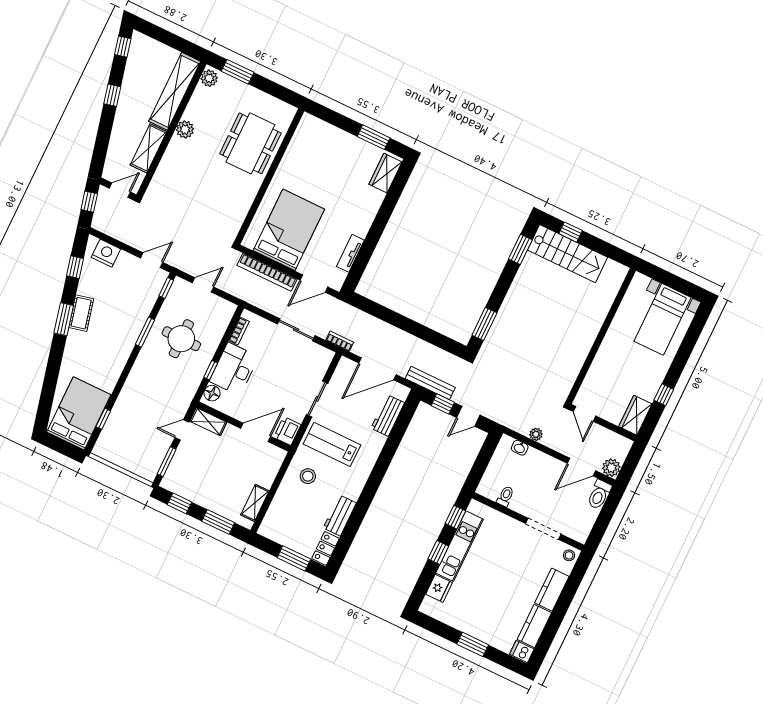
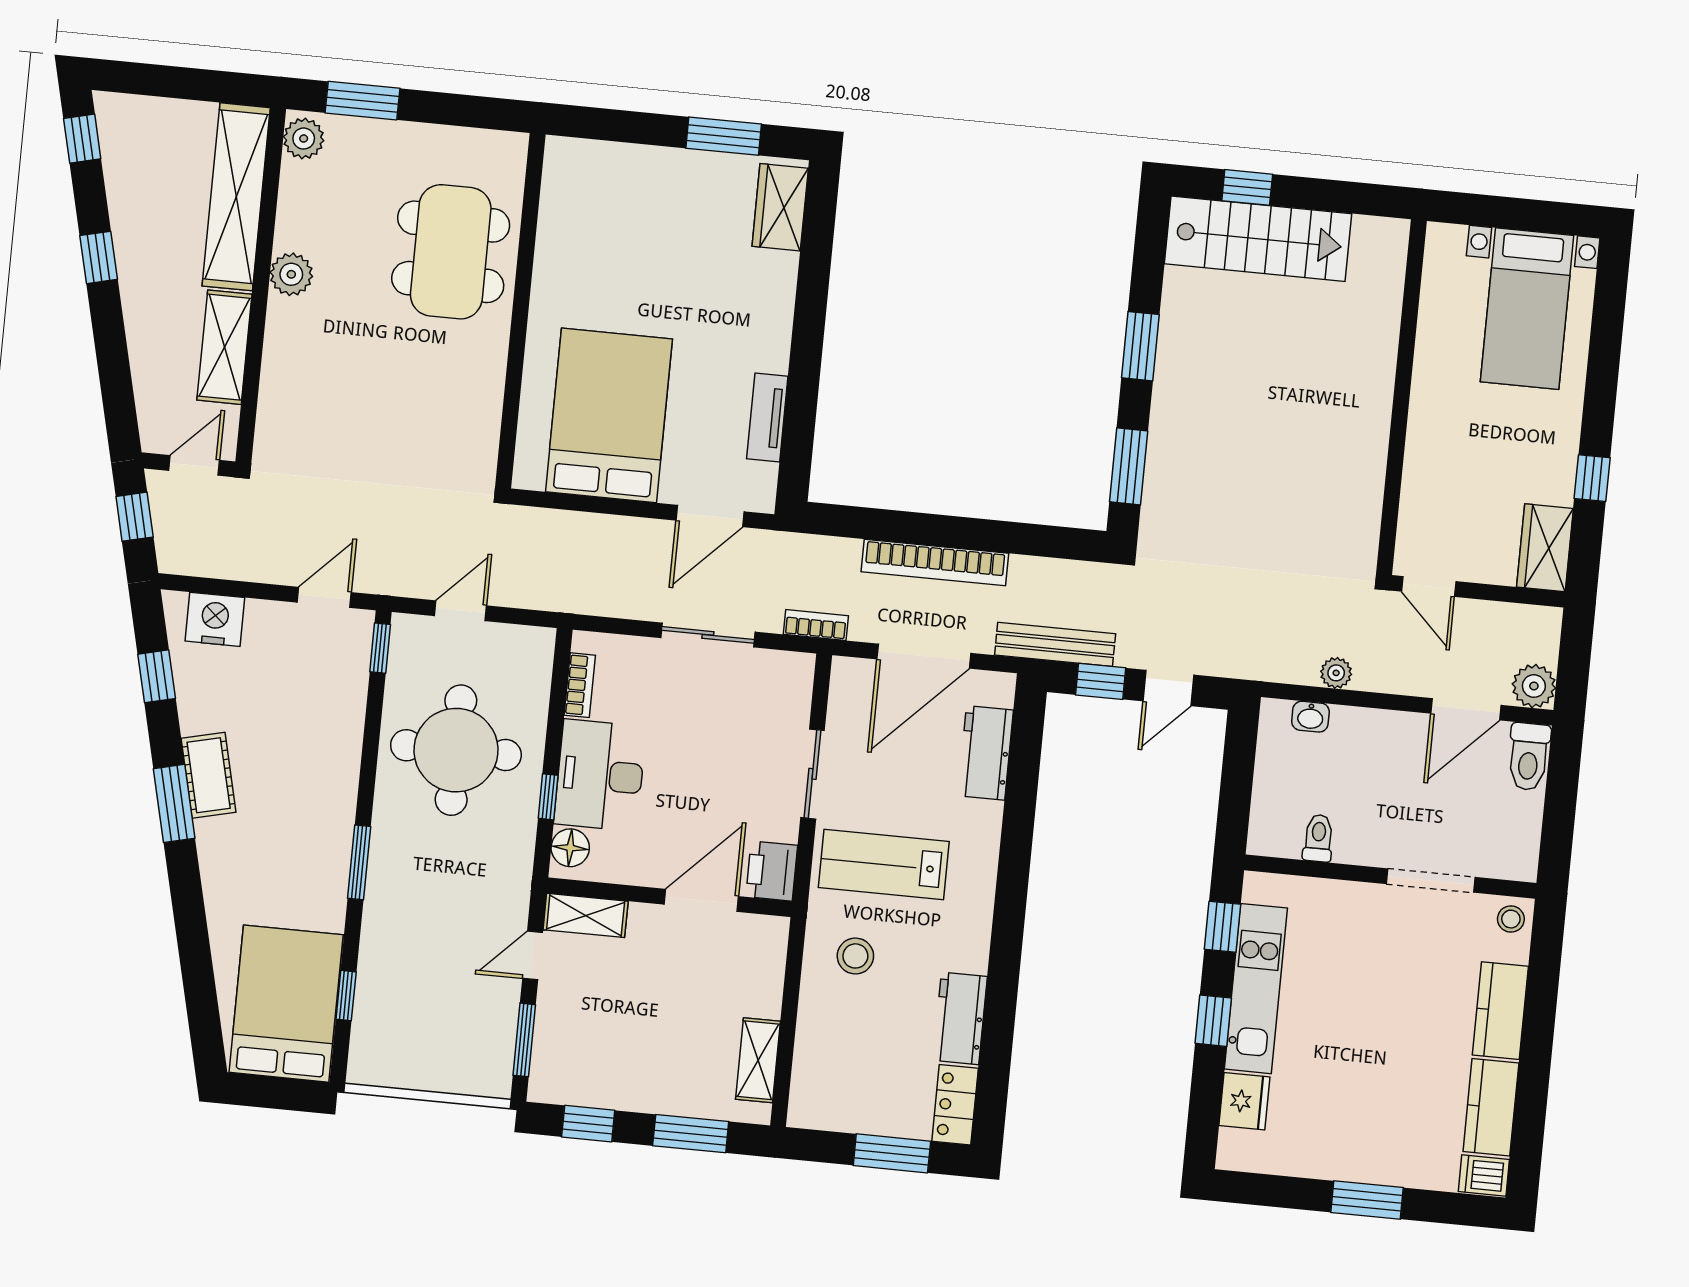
window: (520, 249) -> (1140, 346), moved
bookcase: (267, 272) -> (935, 563), moved
window: (145, 332) -> (359, 862), moved
round table: (181, 339) -> (456, 750), width x1.36, depth x1.36

